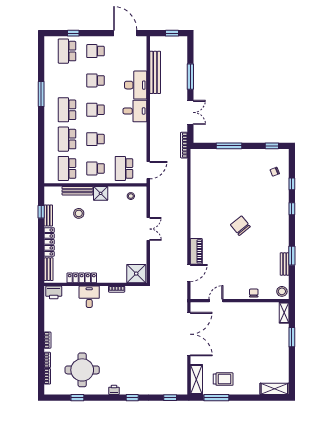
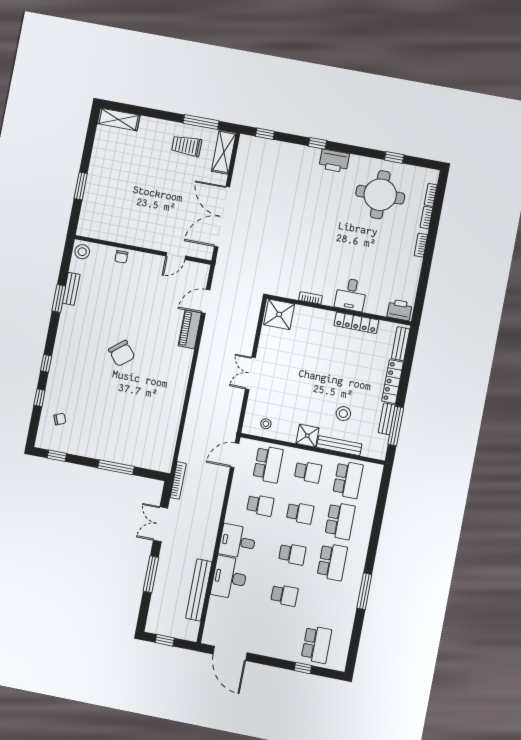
school desk: (95, 51) -> (260, 505), moved
window: (41, 212) -> (396, 426), width x2.17
shelving: (284, 313) -> (85, 222), removed
printer: (114, 390) -> (334, 161), width x1.87, depth x1.48

